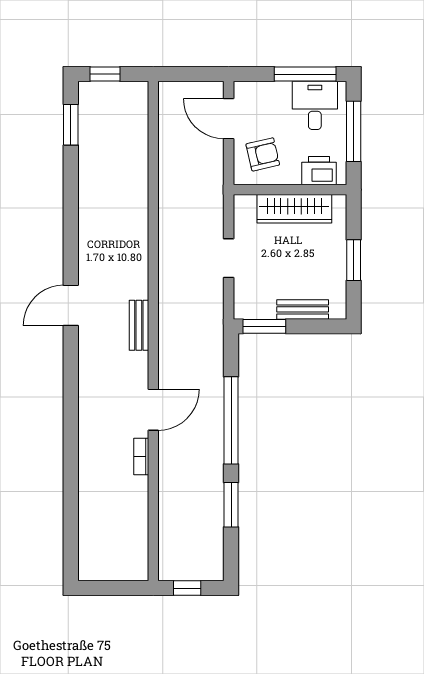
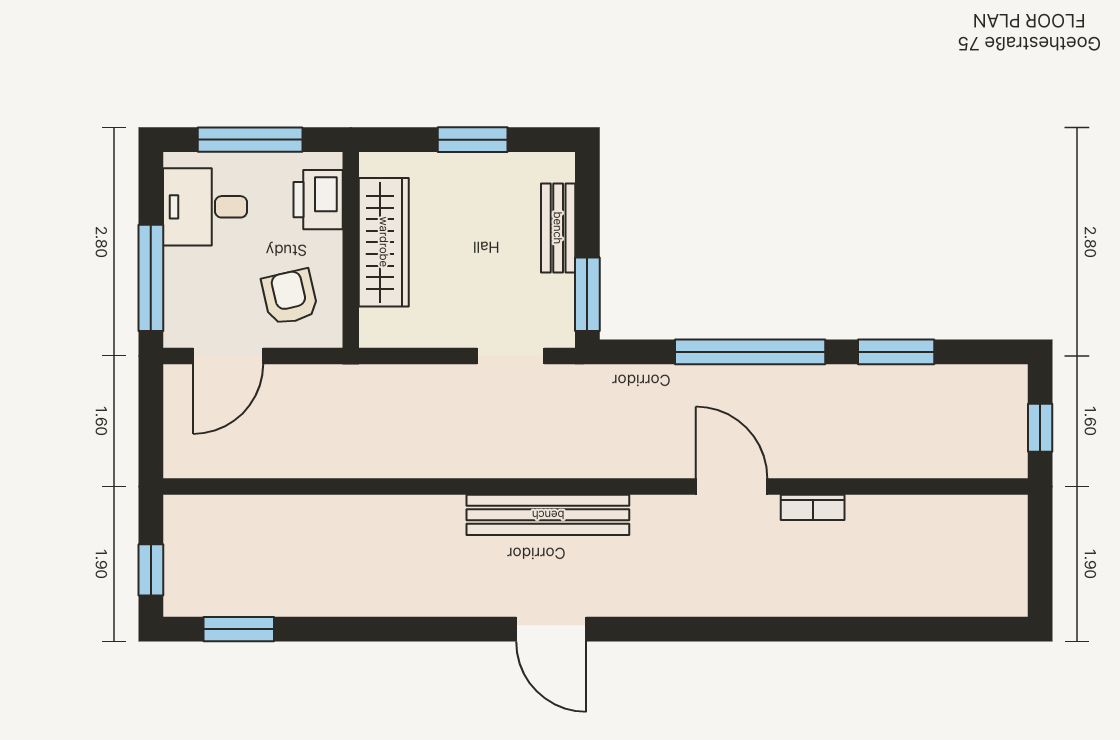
window: (305, 74) -> (151, 278), moved
doorway: (229, 258) -> (511, 356), moved
bench: (139, 325) -> (548, 515), width x1.86, depth x1.21

